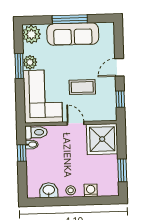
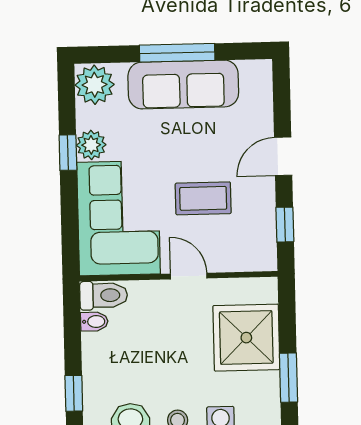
window: (19, 66) -> (68, 153), width x0.67
shower: (102, 139) -> (246, 338), moved
window: (22, 153) -> (74, 393), moved

